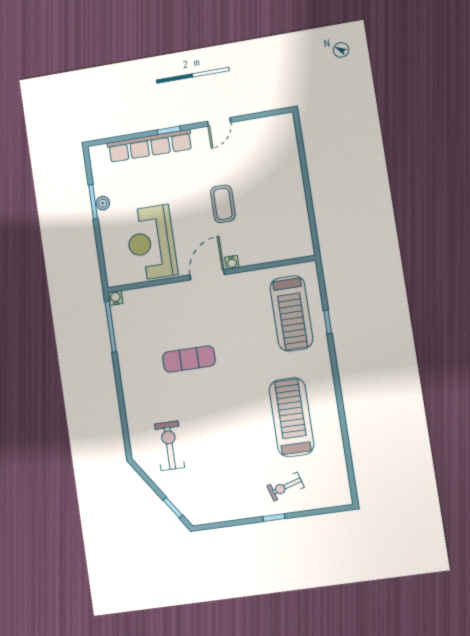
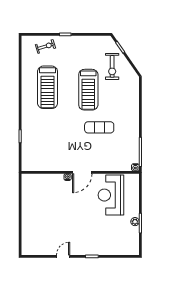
row of seats: (150, 146) -> (104, 249), removed
coffee table: (223, 204) -> (68, 210), removed
reception desk: (151, 243) -> (111, 195), turned 180
treadmill: (291, 313) -> (88, 90), moved, turned 180
exercise bike: (170, 446) -> (112, 66), moved
exercise bike: (286, 487) -> (45, 46), moved

